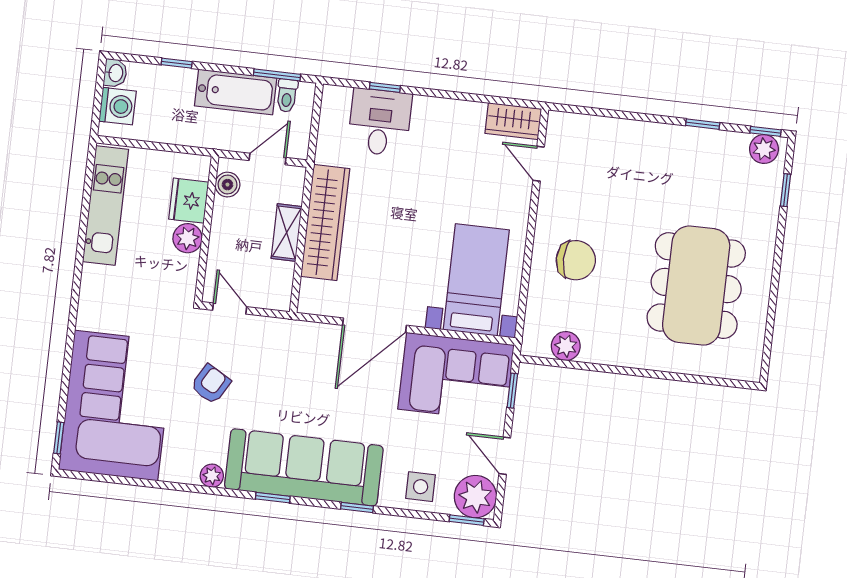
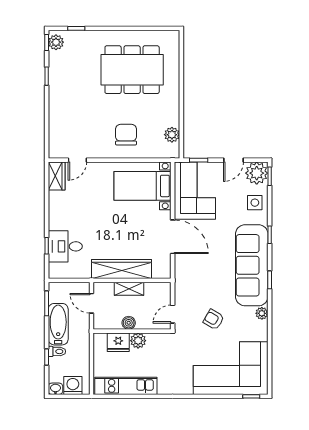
toilet: (287, 96) -> (57, 351), moved
boiler: (227, 185) -> (129, 323), moved

